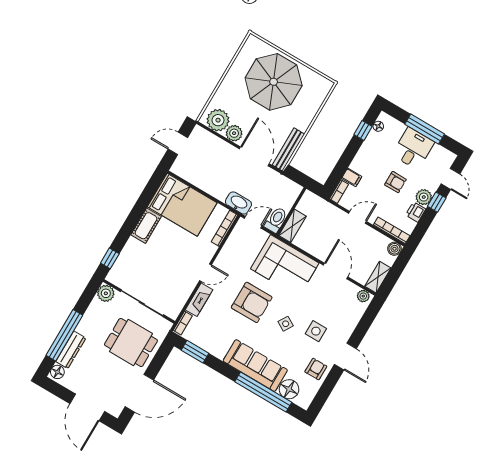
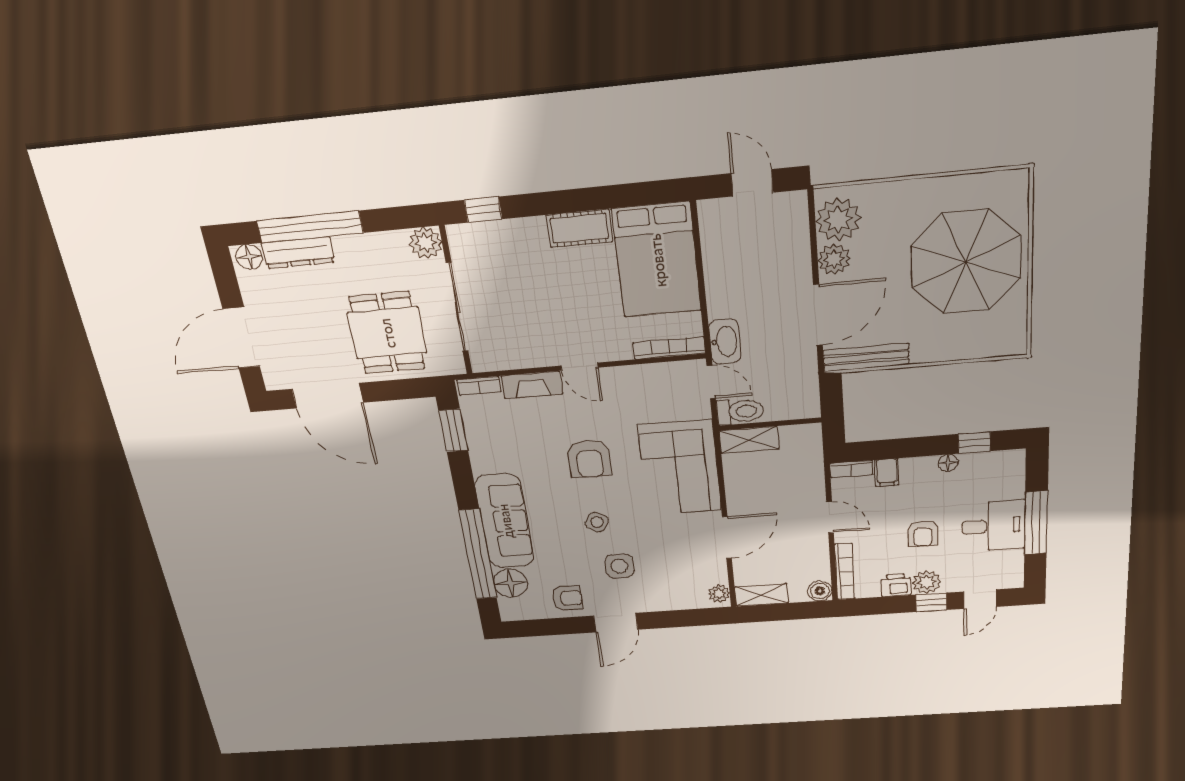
floor lamp: (378, 126) -> (948, 463), moved
armchair: (252, 302) -> (589, 459), width x0.73, depth x0.73

